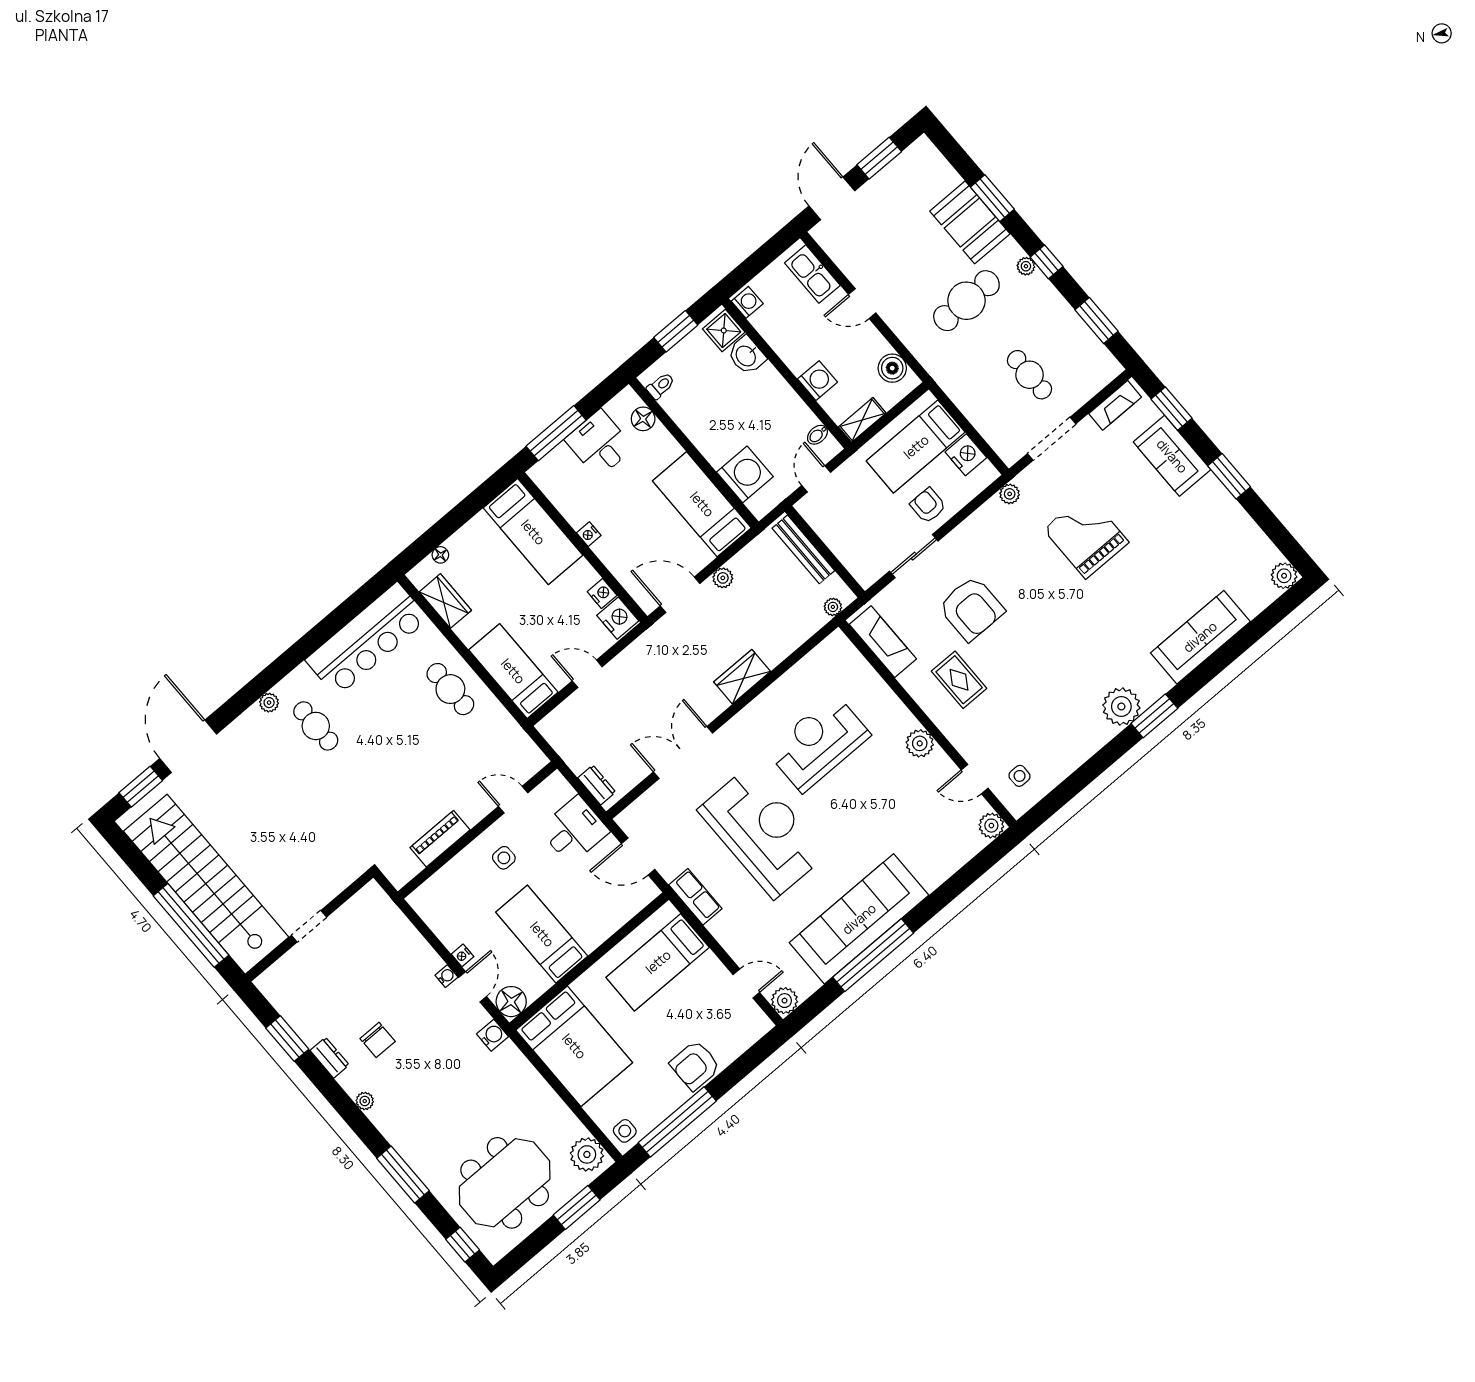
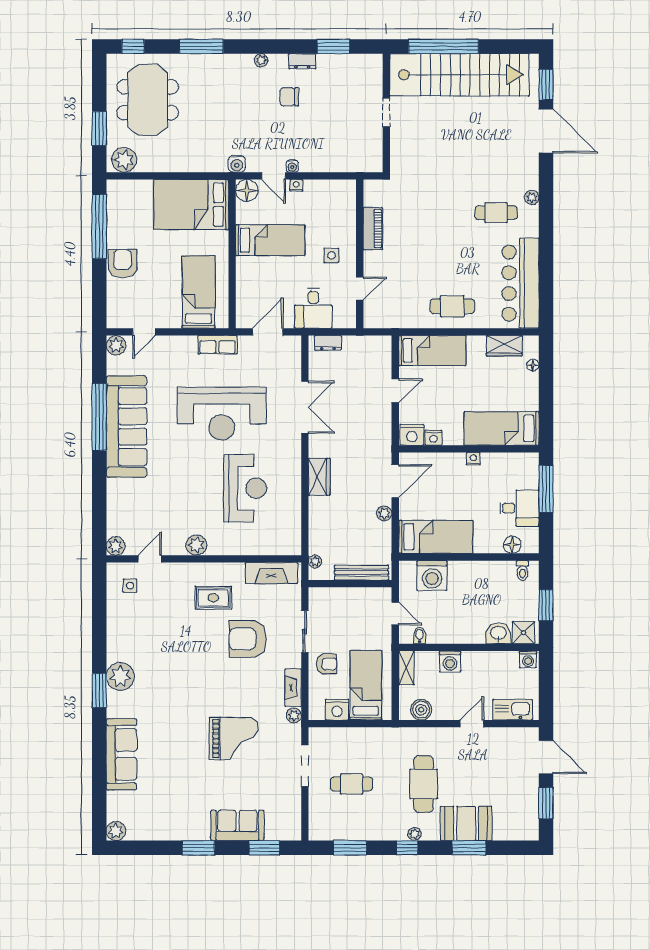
fireplace: (1115, 405) -> (293, 688), moved
side table: (625, 1131) -> (119, 192), removed

